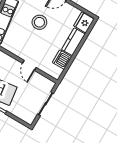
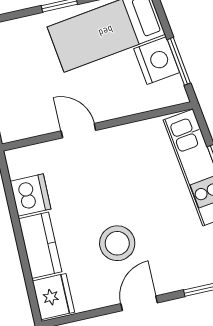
stool: (39, 22) -> (117, 243), moved

